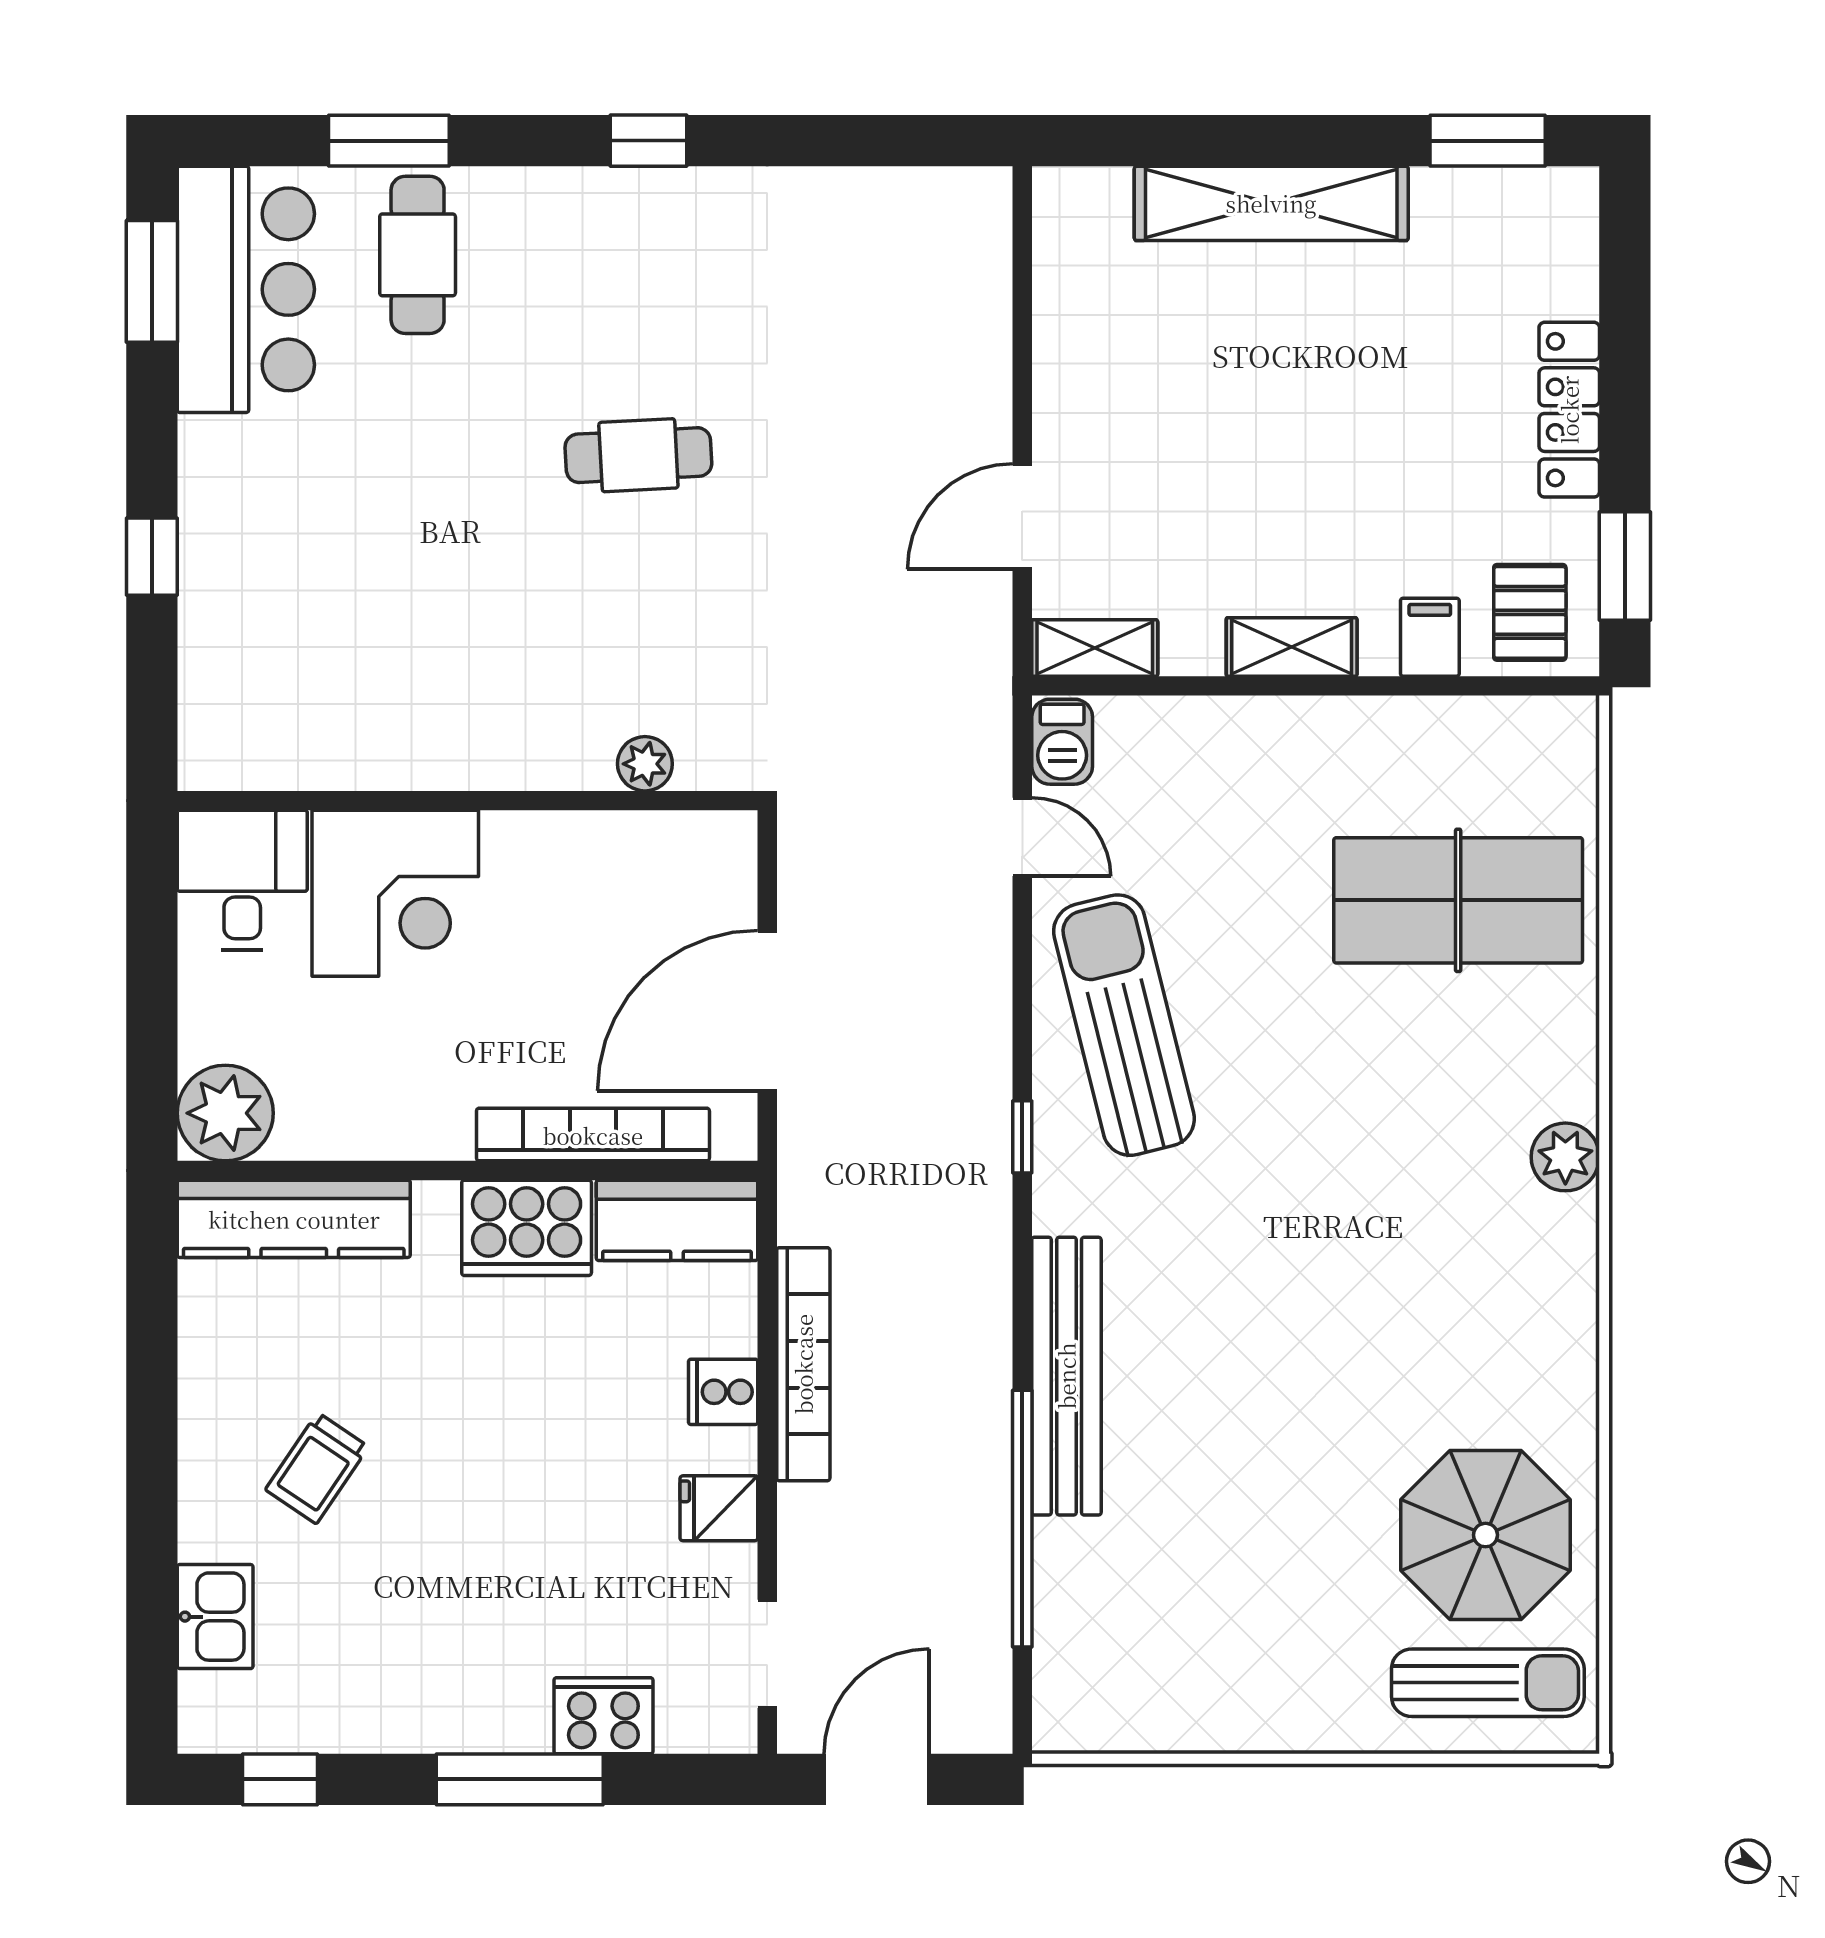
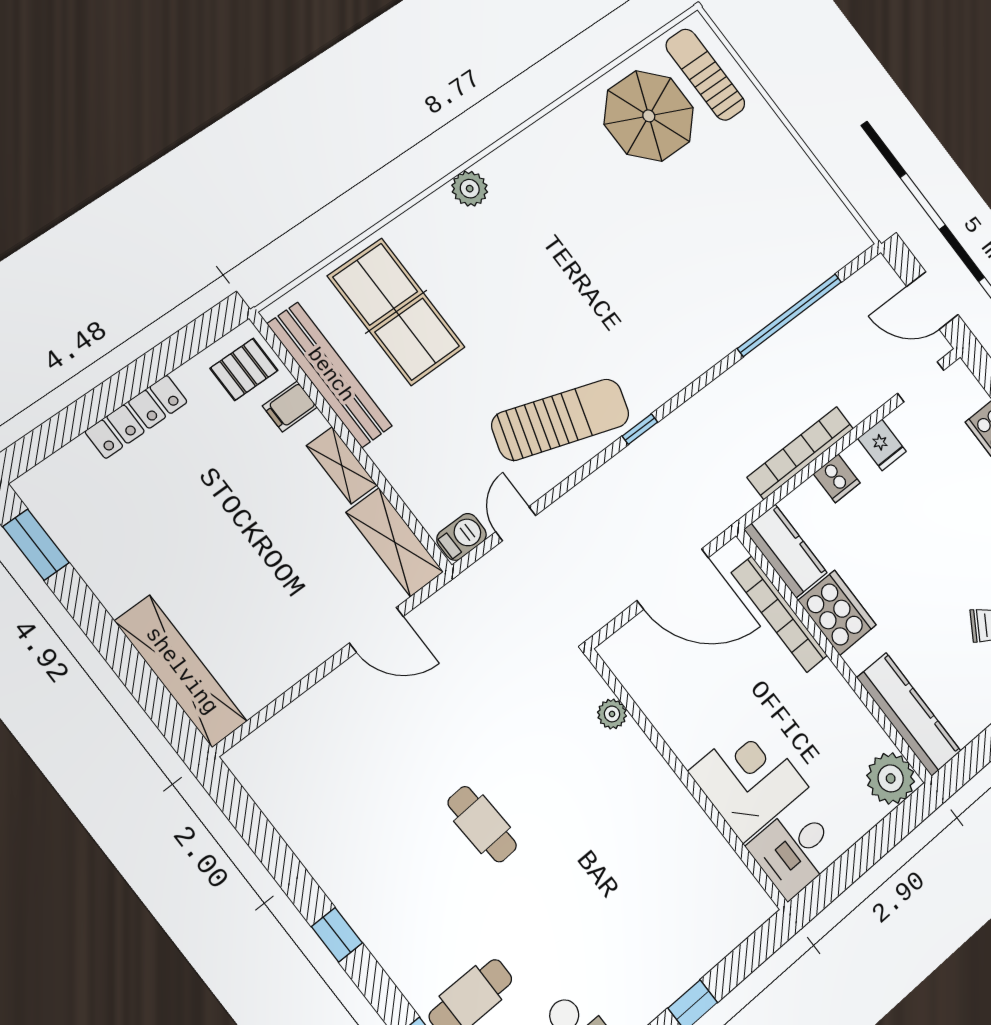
shelving: (1271, 203) -> (181, 671), moved
window: (1625, 566) -> (190, 341), removed
shelving: (1095, 648) -> (395, 542), width x1.50, depth x1.33
sun lounger: (1124, 1025) -> (561, 420), turned -148
bench: (1066, 1376) -> (330, 375), moved, turned 90

